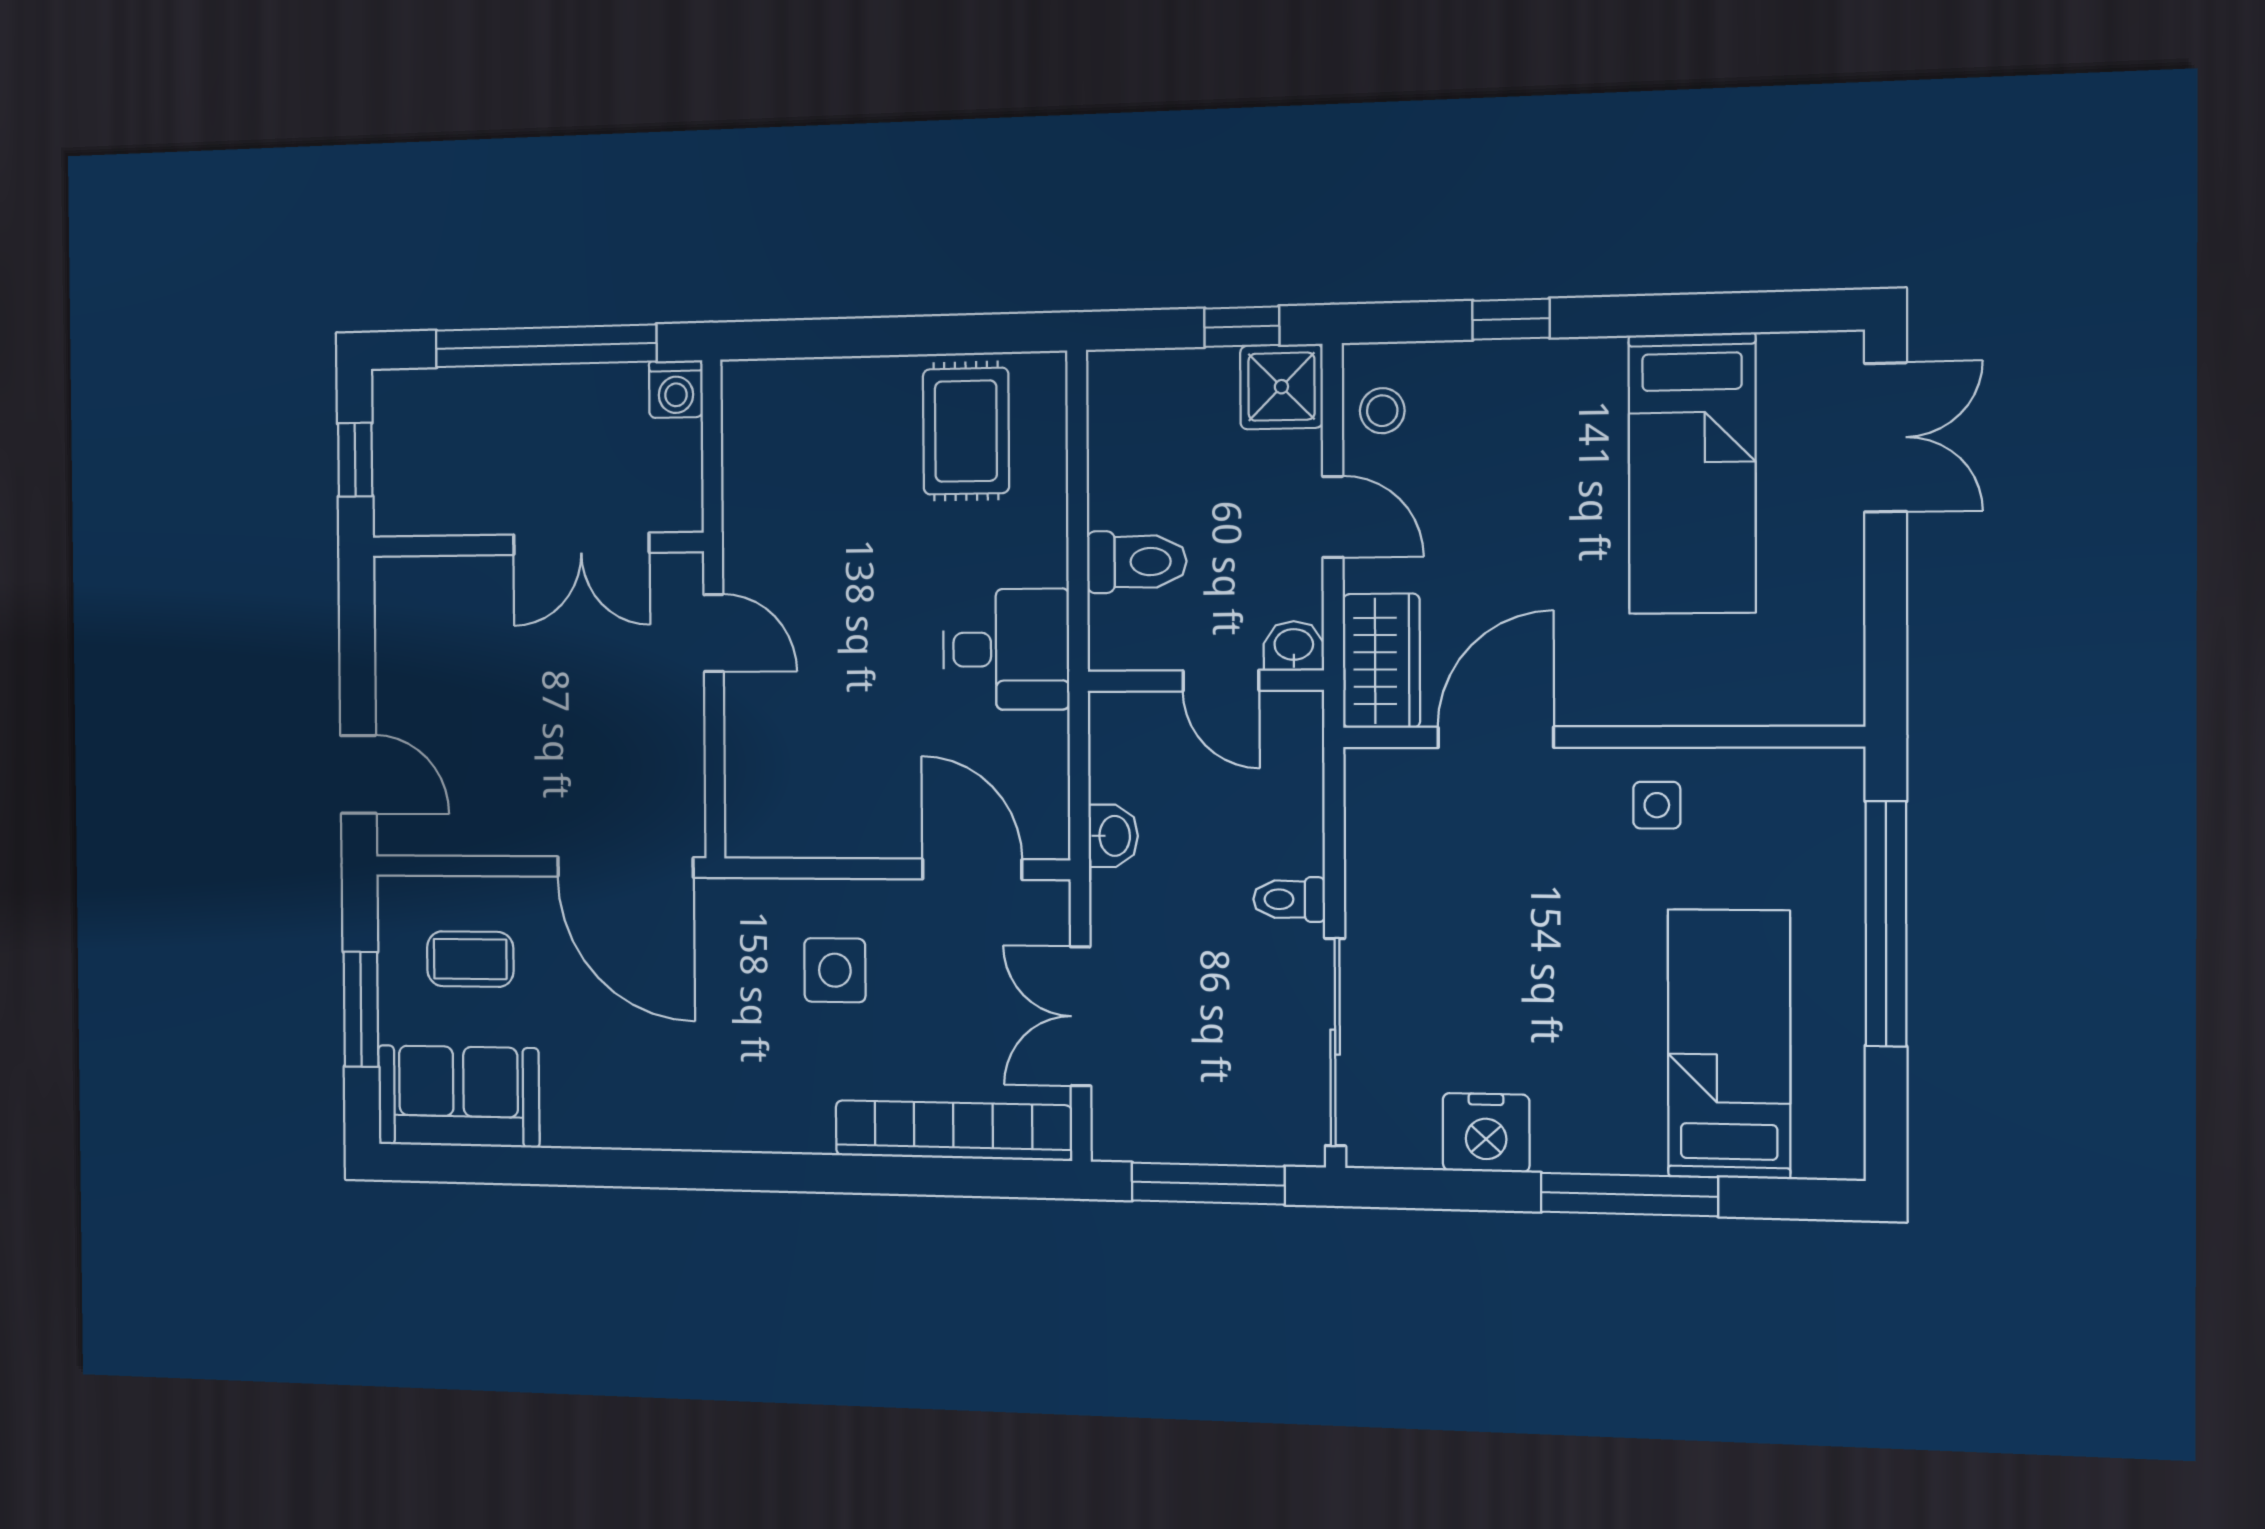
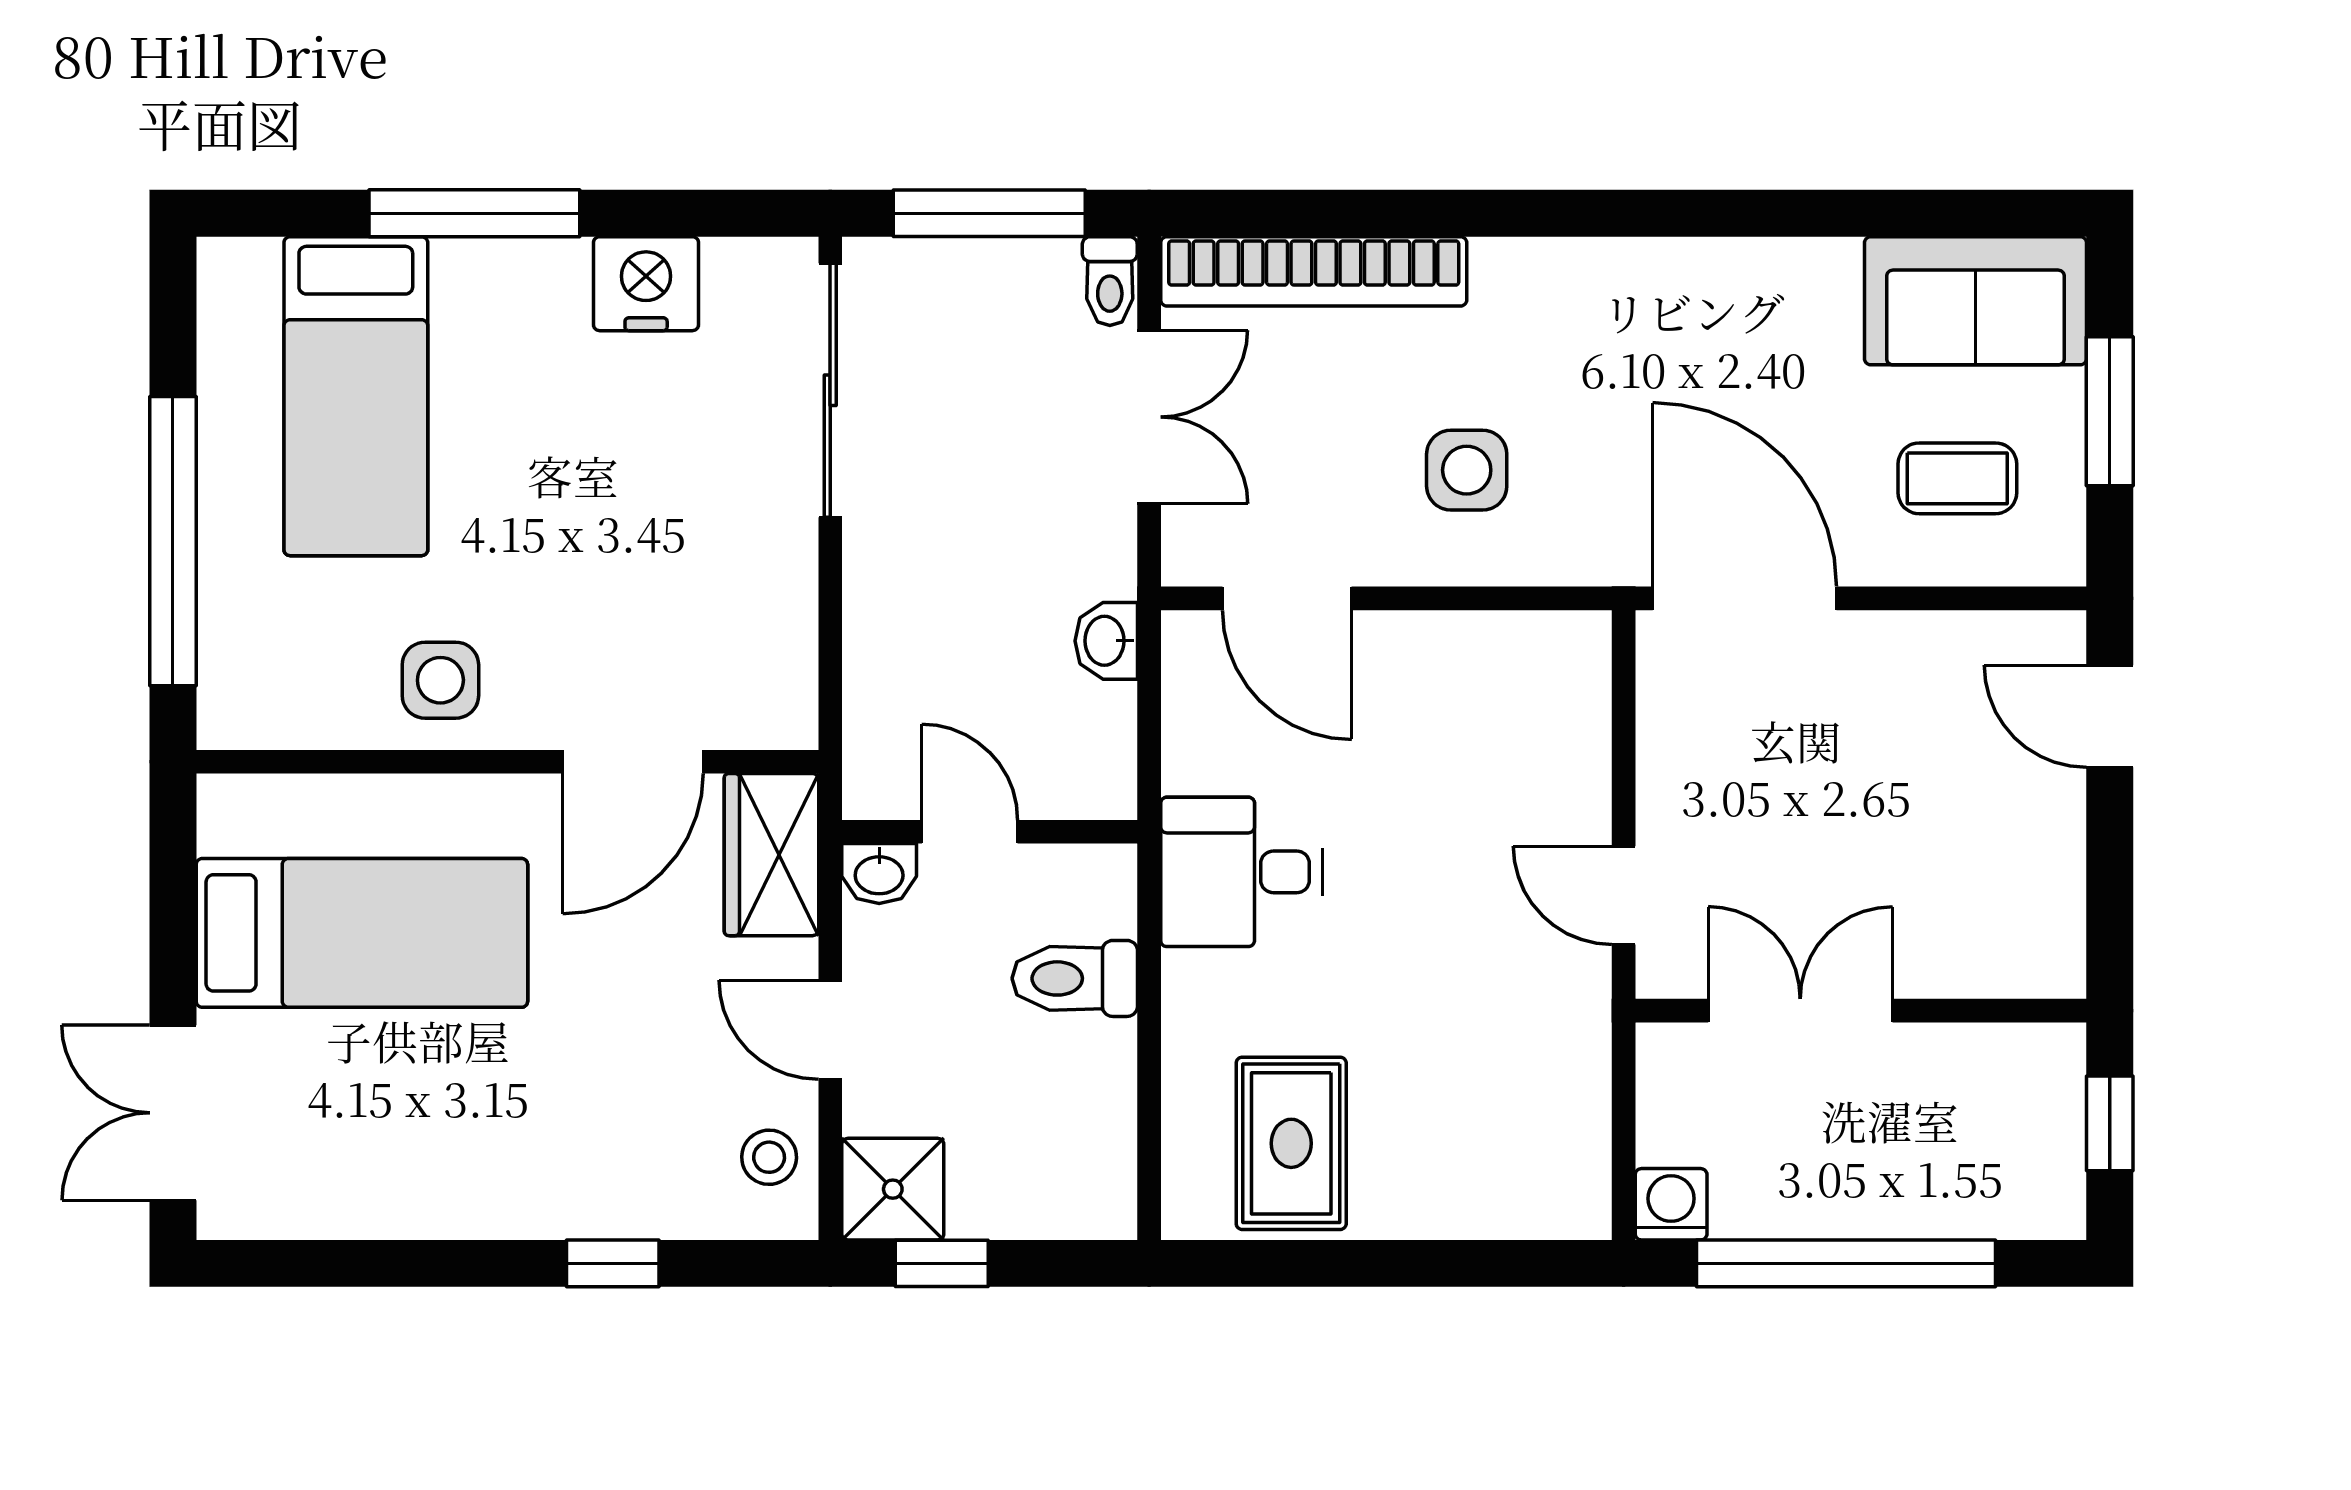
bed: (1692, 474) -> (362, 933), moved, turned 90
side table: (1657, 805) -> (440, 680), width x1.37, depth x1.37
toilet: (1289, 899) -> (1110, 281), moved, turned 90

